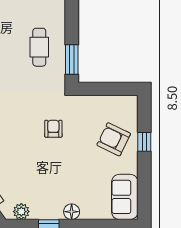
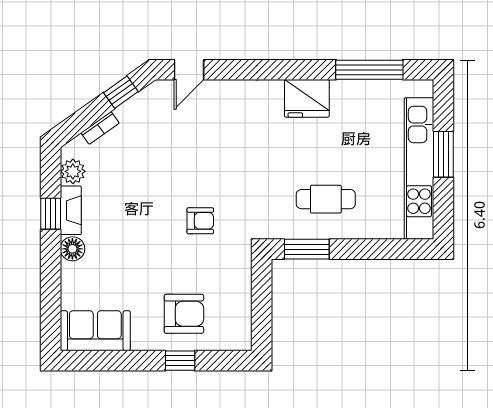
armchair: (114, 139) -> (184, 314), turned 64
fireplace: (47, 213) -> (71, 210), added

